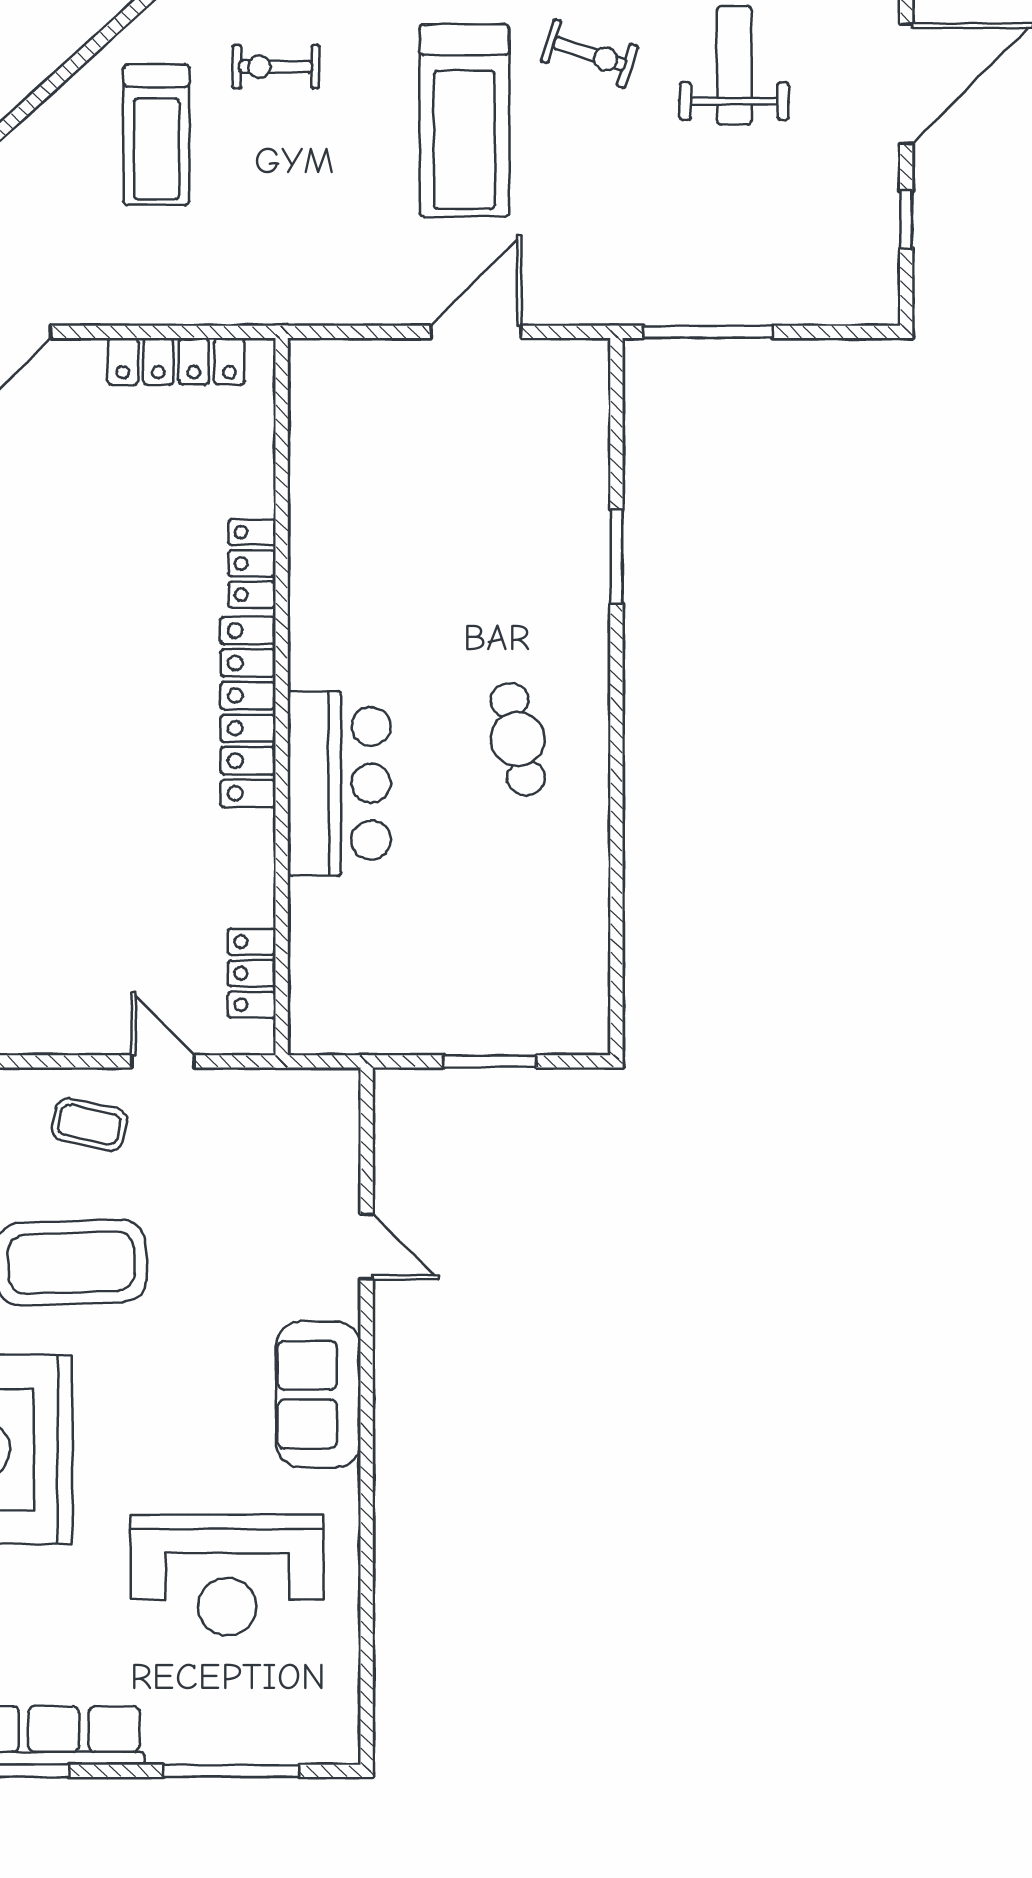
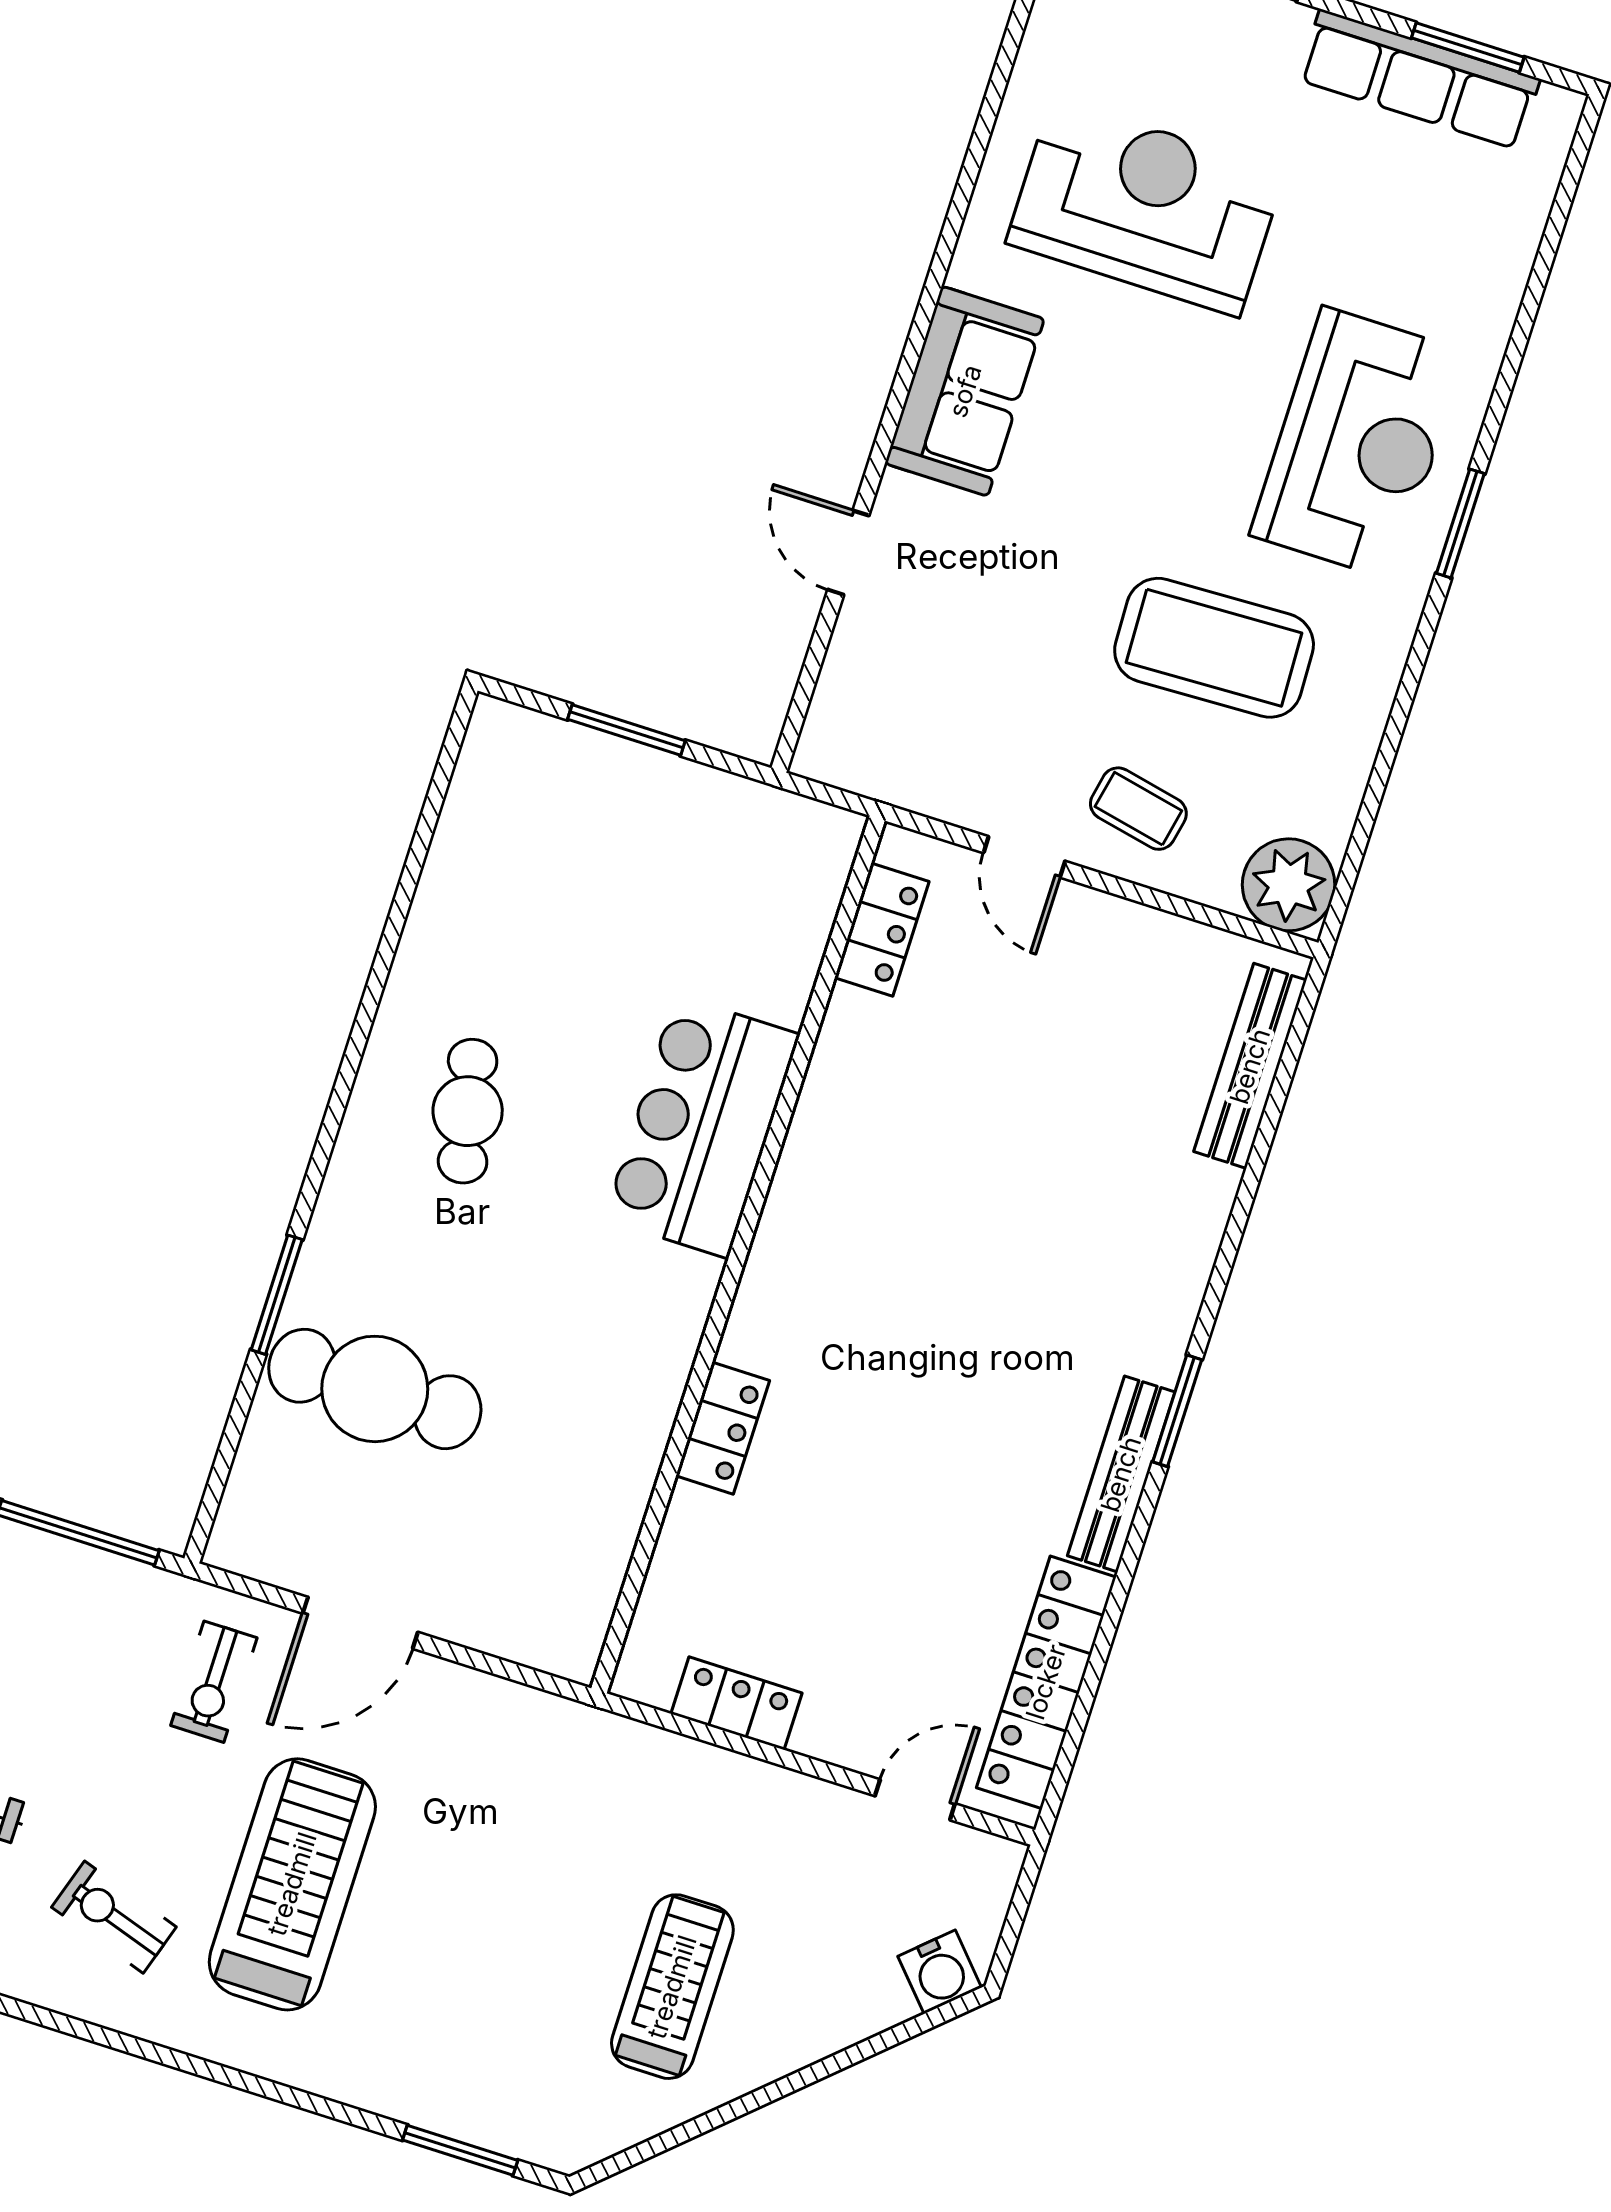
exercise bike: (276, 67) -> (214, 1682), moved, turned 90
locker: (176, 361) -> (737, 1703), width x0.66
cafe table: (521, 510) -> (375, 1389), added
locker: (248, 712) -> (785, 1249), removed

